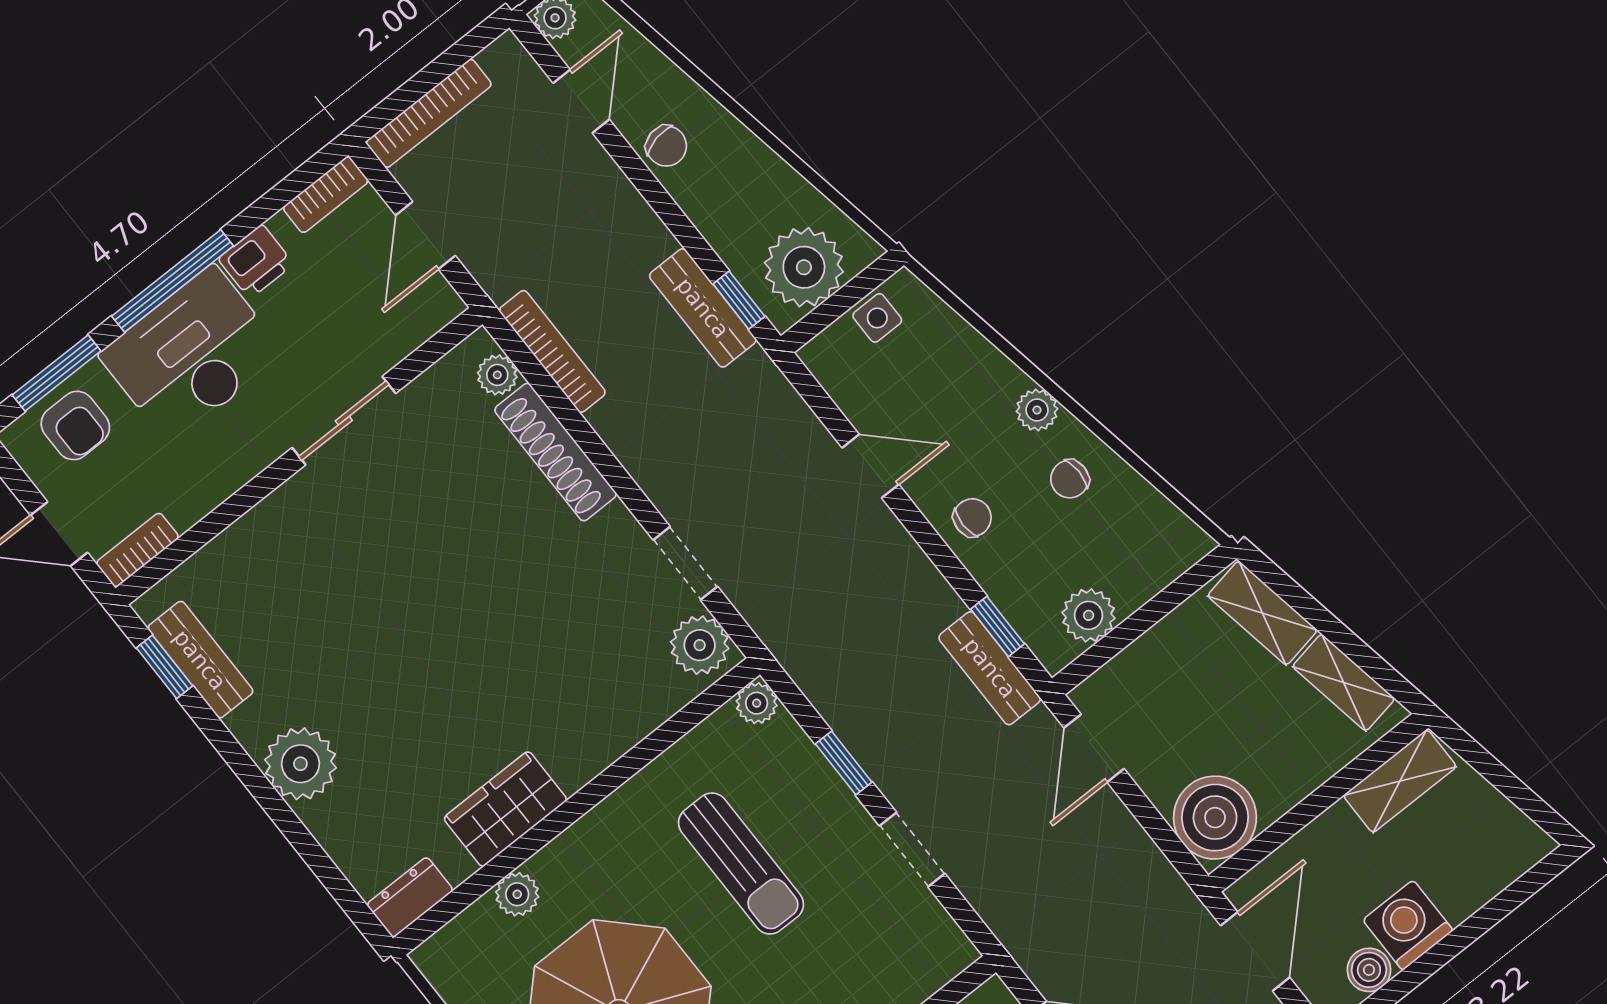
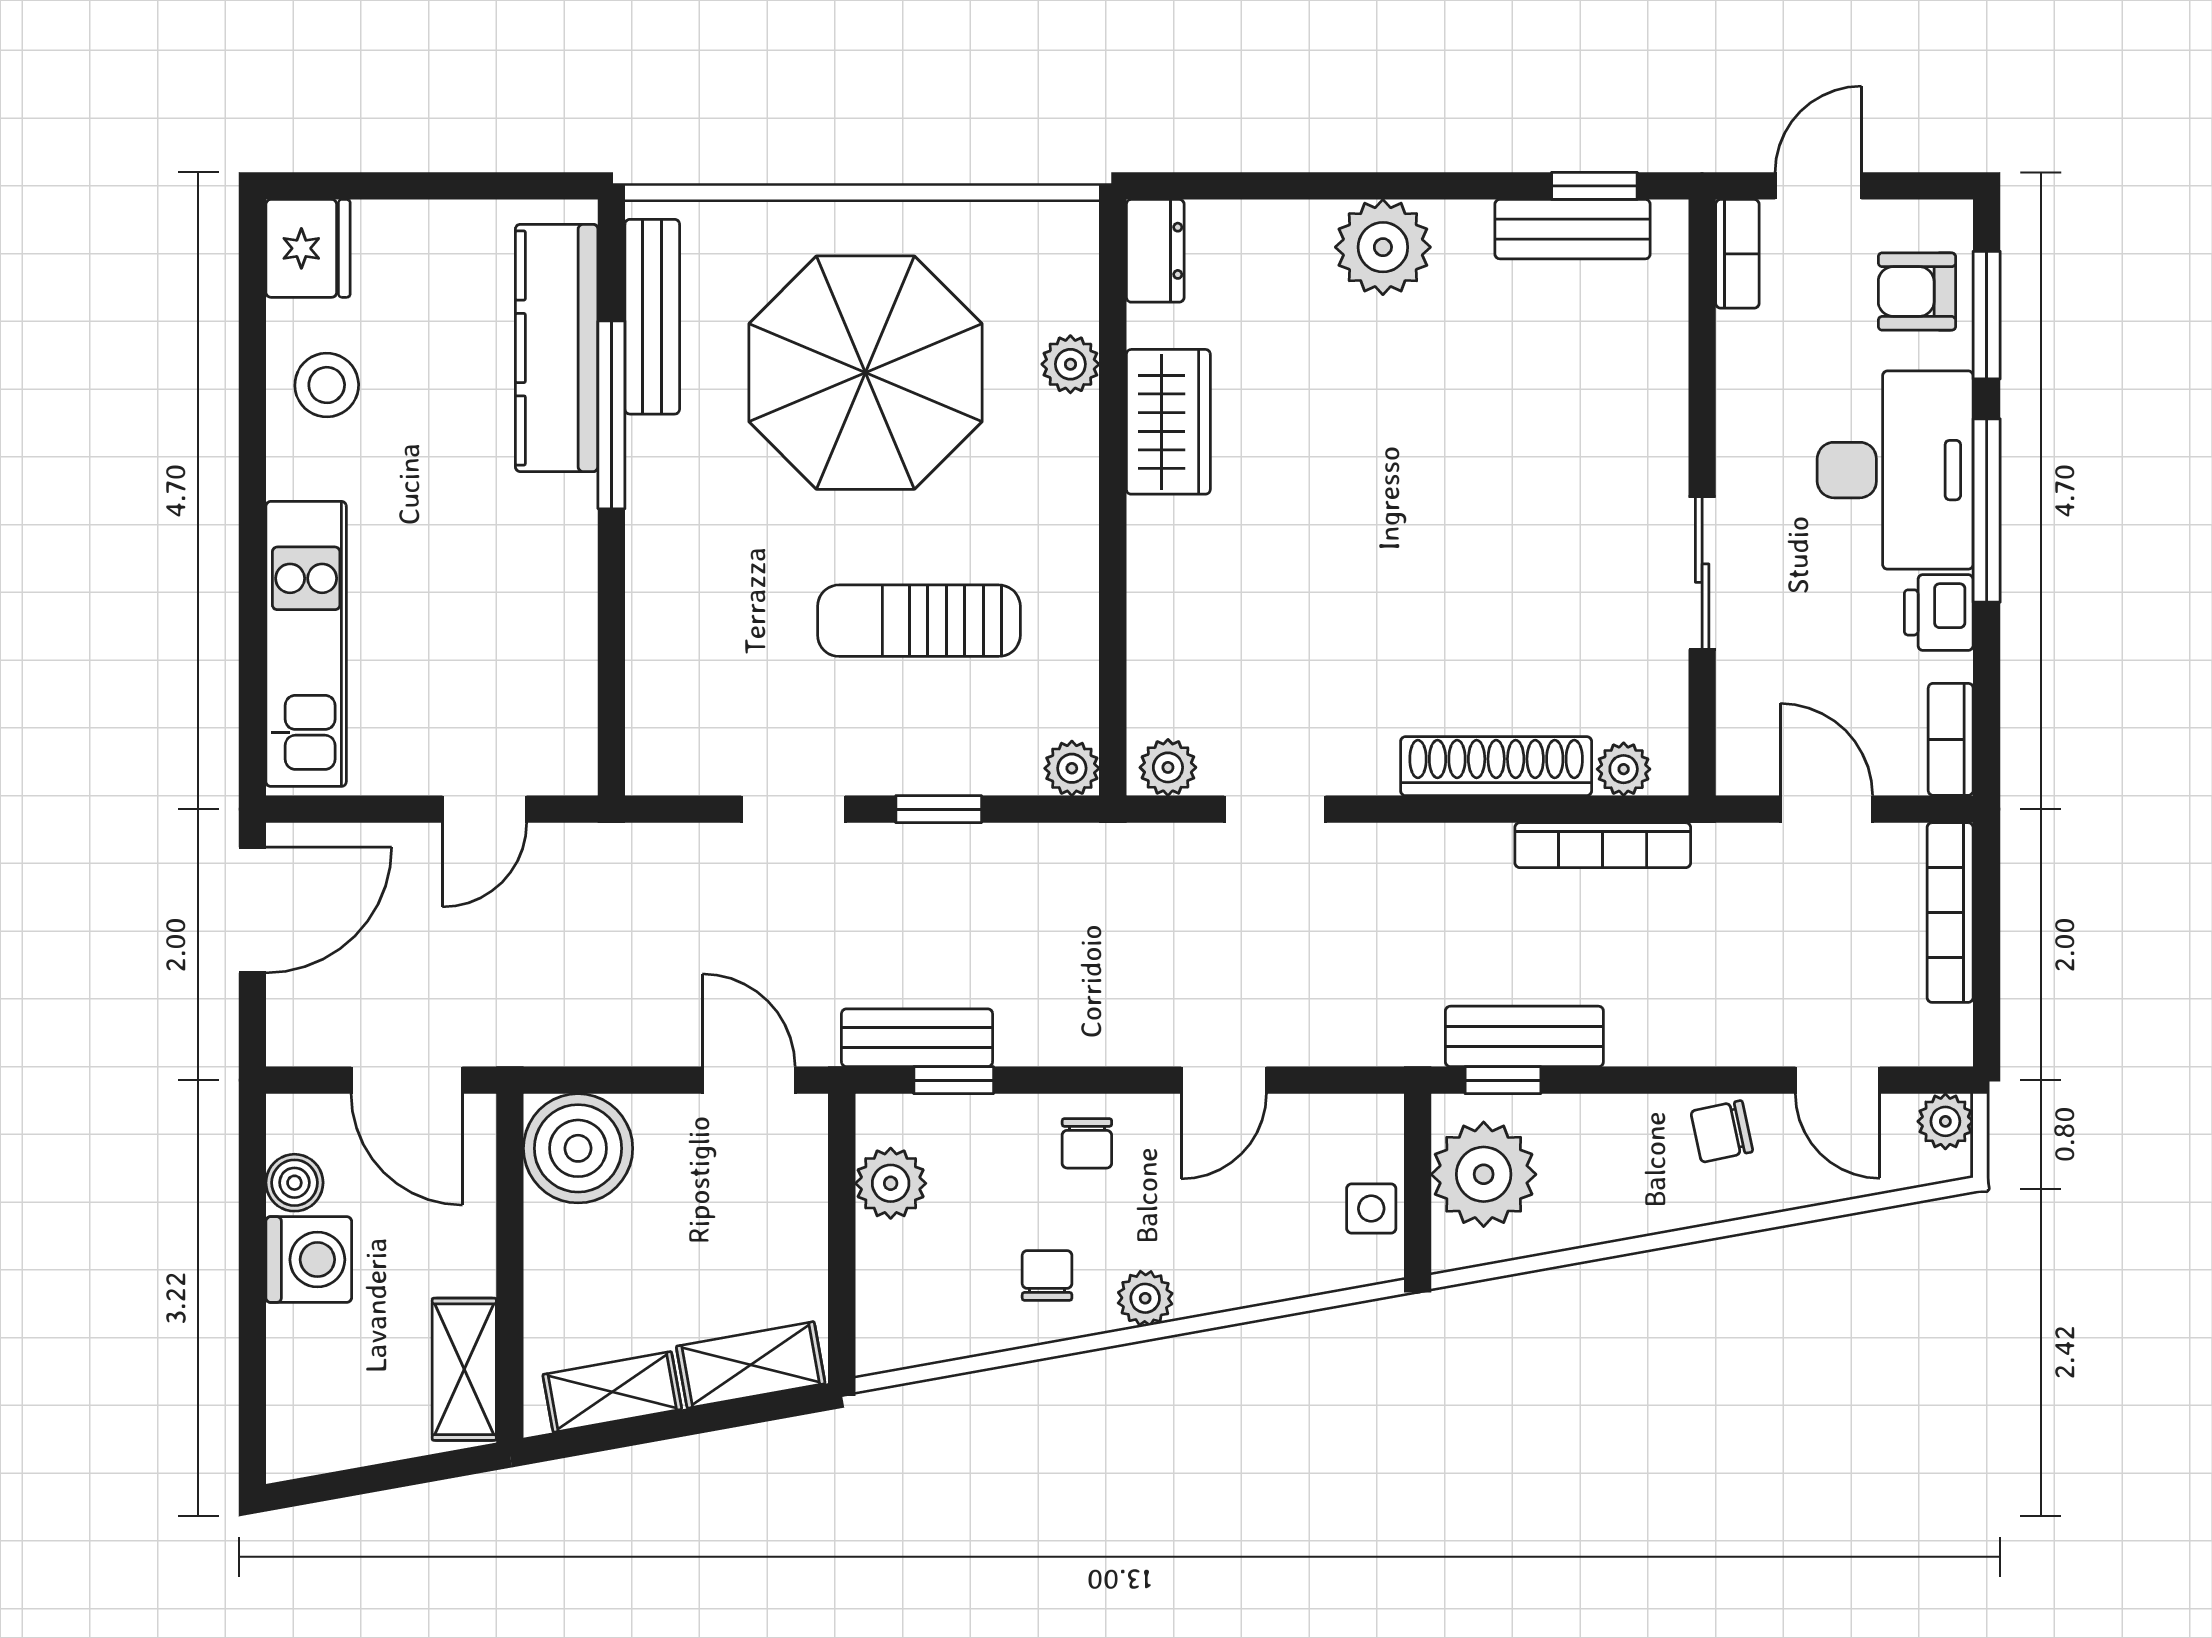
plant: (700, 645) -> (1168, 767), width x0.73, depth x0.73

